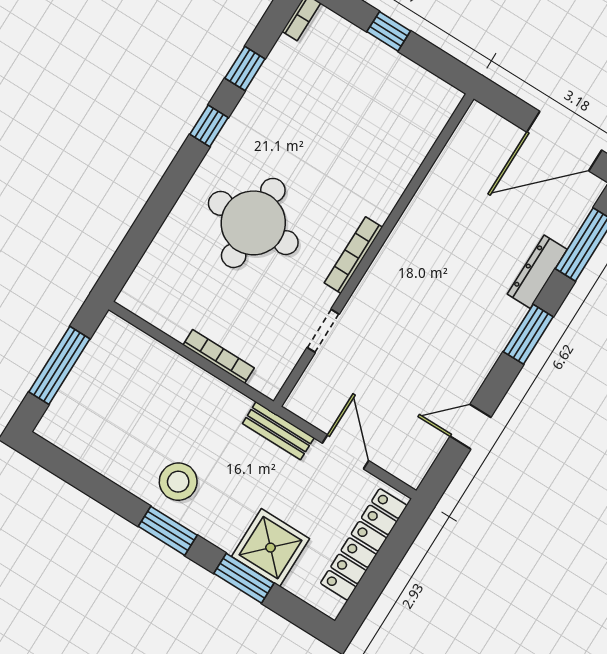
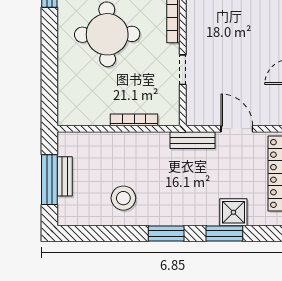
bench: (82, 374) -> (65, 176), added
stool: (178, 482) -> (123, 198), moved
shower: (271, 548) -> (233, 212), width x0.73, depth x0.73

